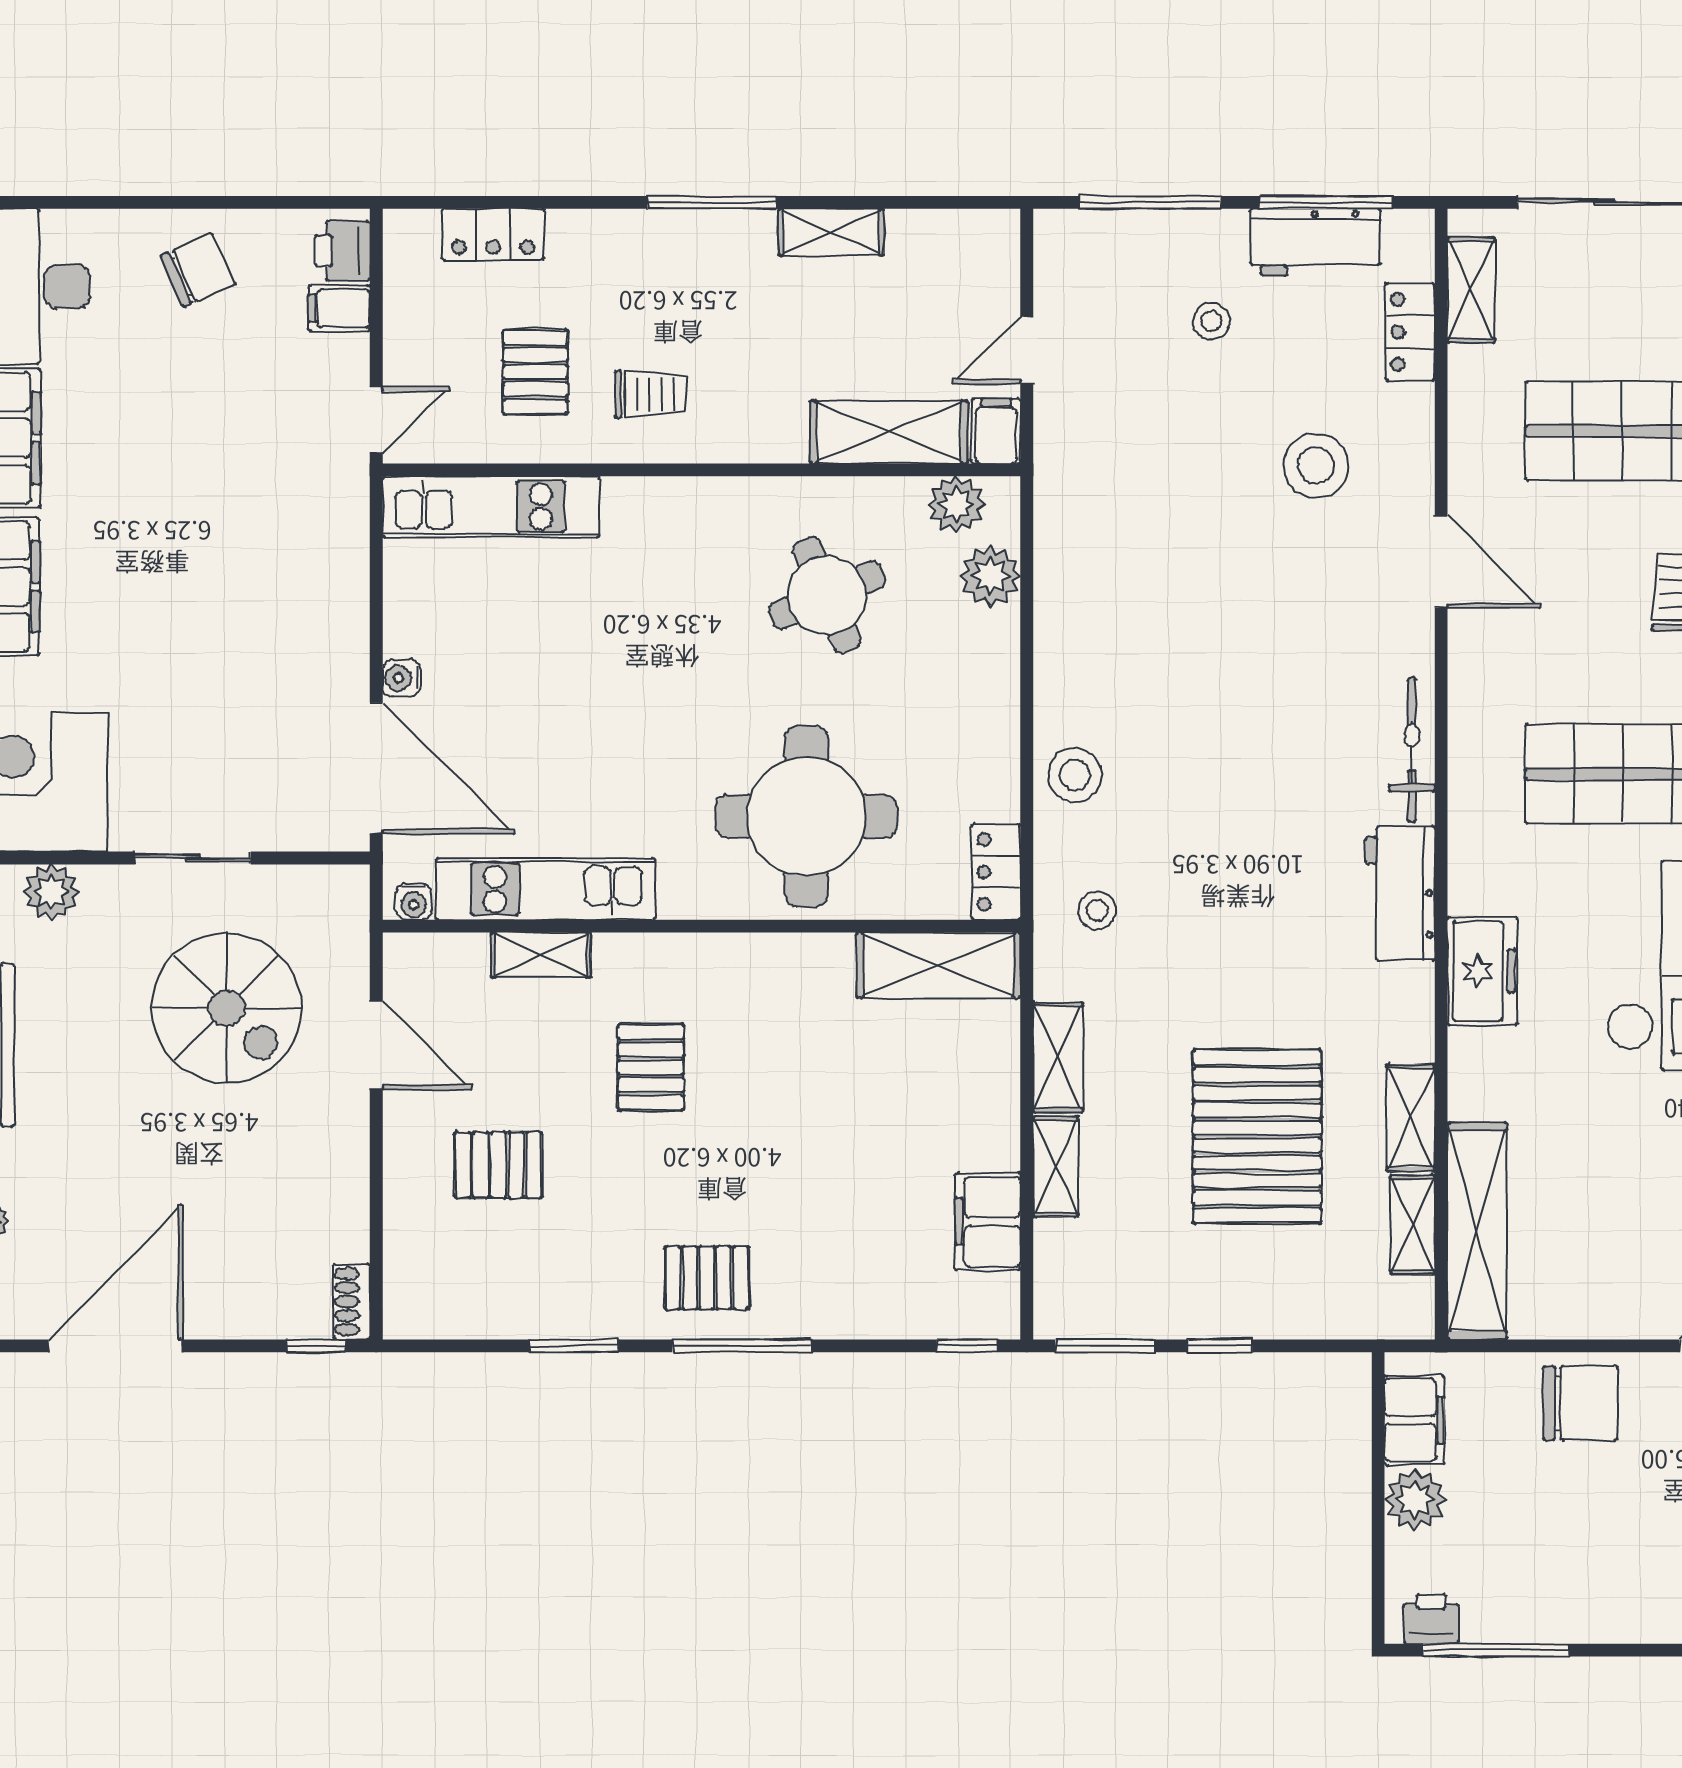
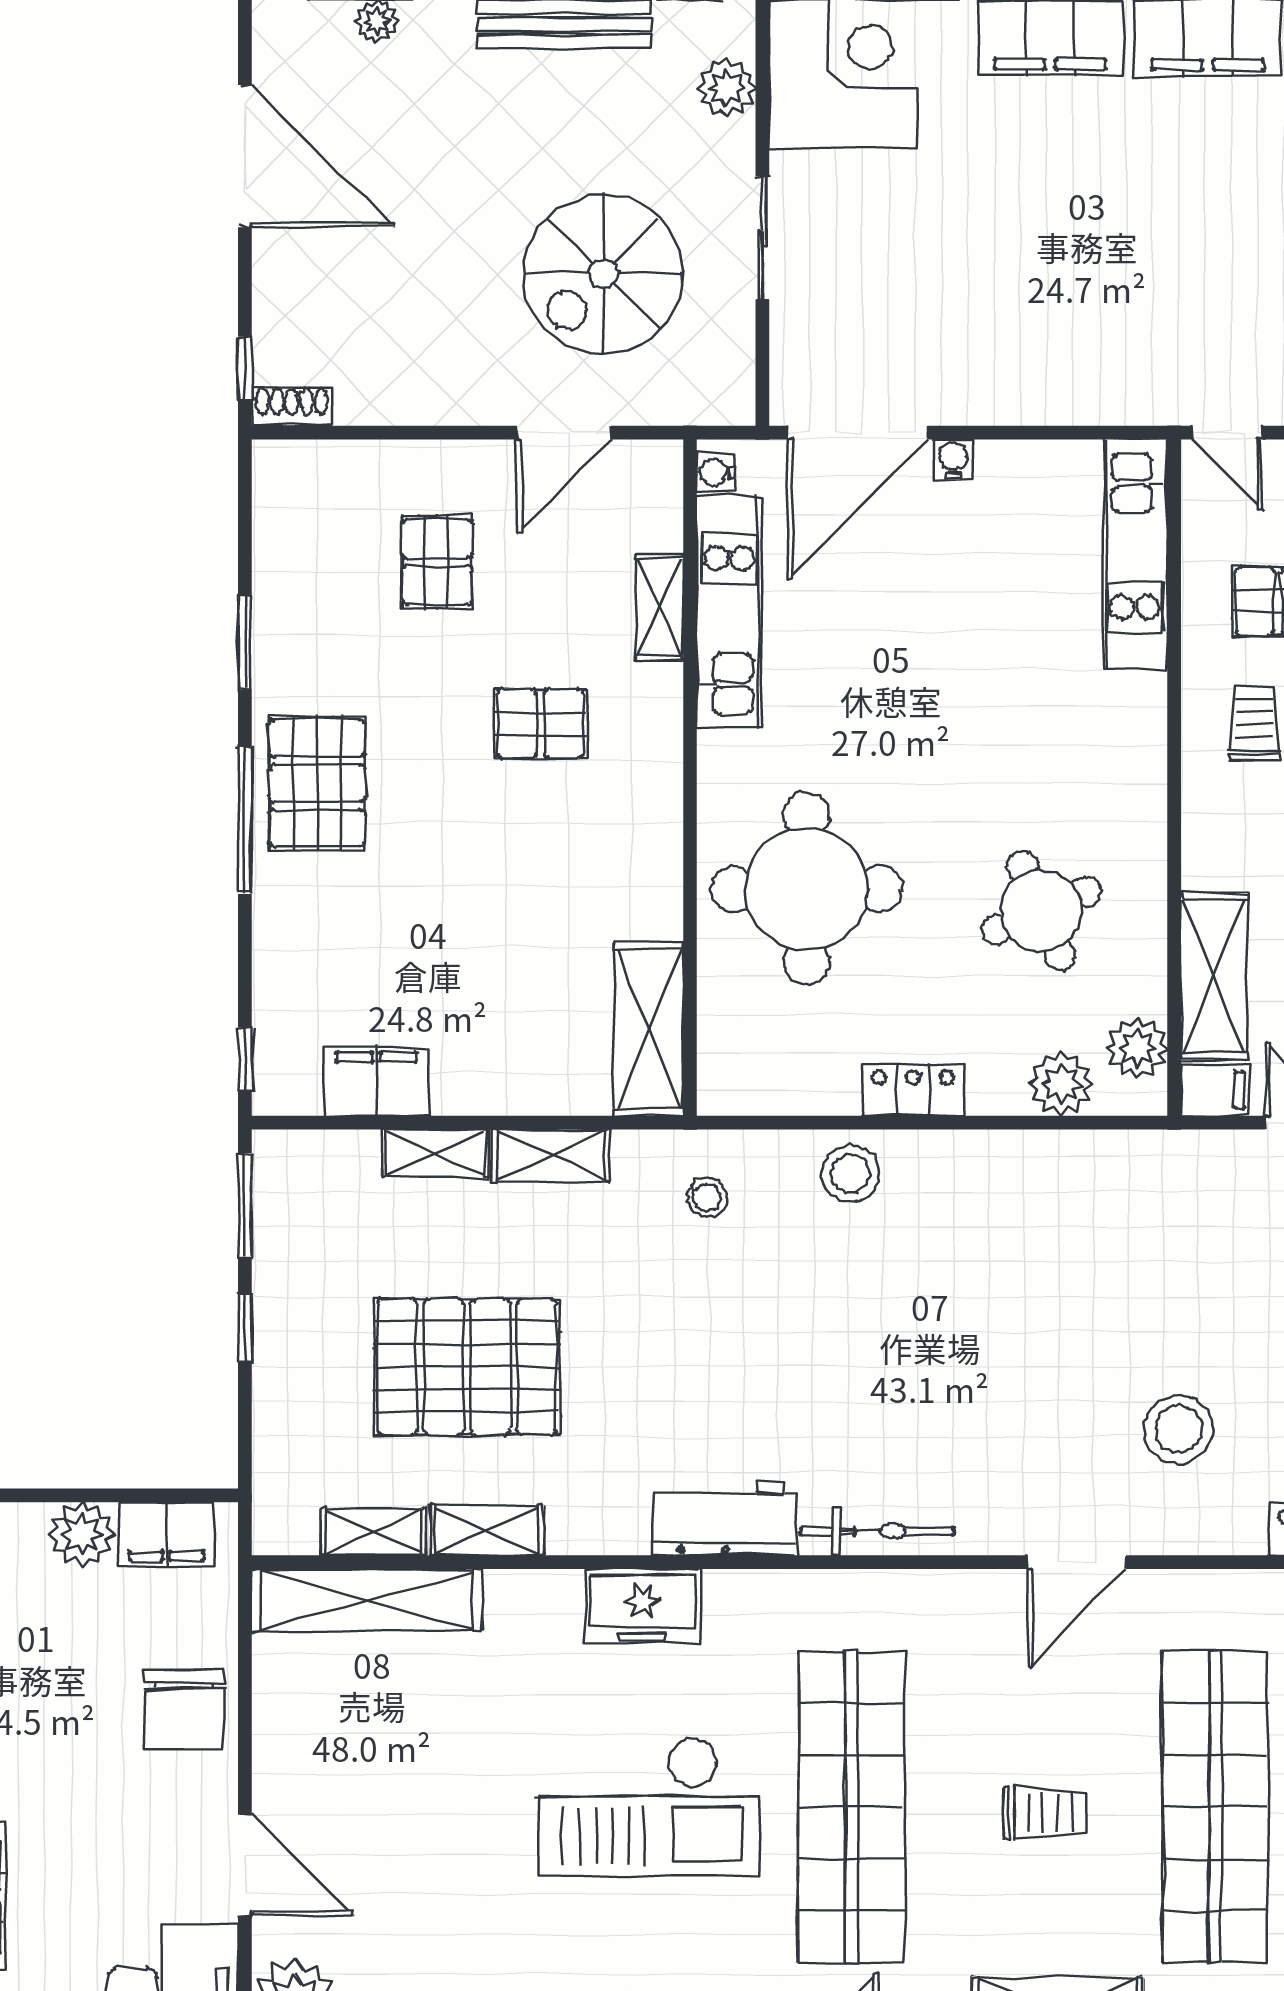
trolley: (651, 394) -> (1254, 724), turned 180
locker: (996, 872) -> (913, 1090), moved
pallet: (707, 1278) -> (317, 783), width x1.50, depth x1.42

